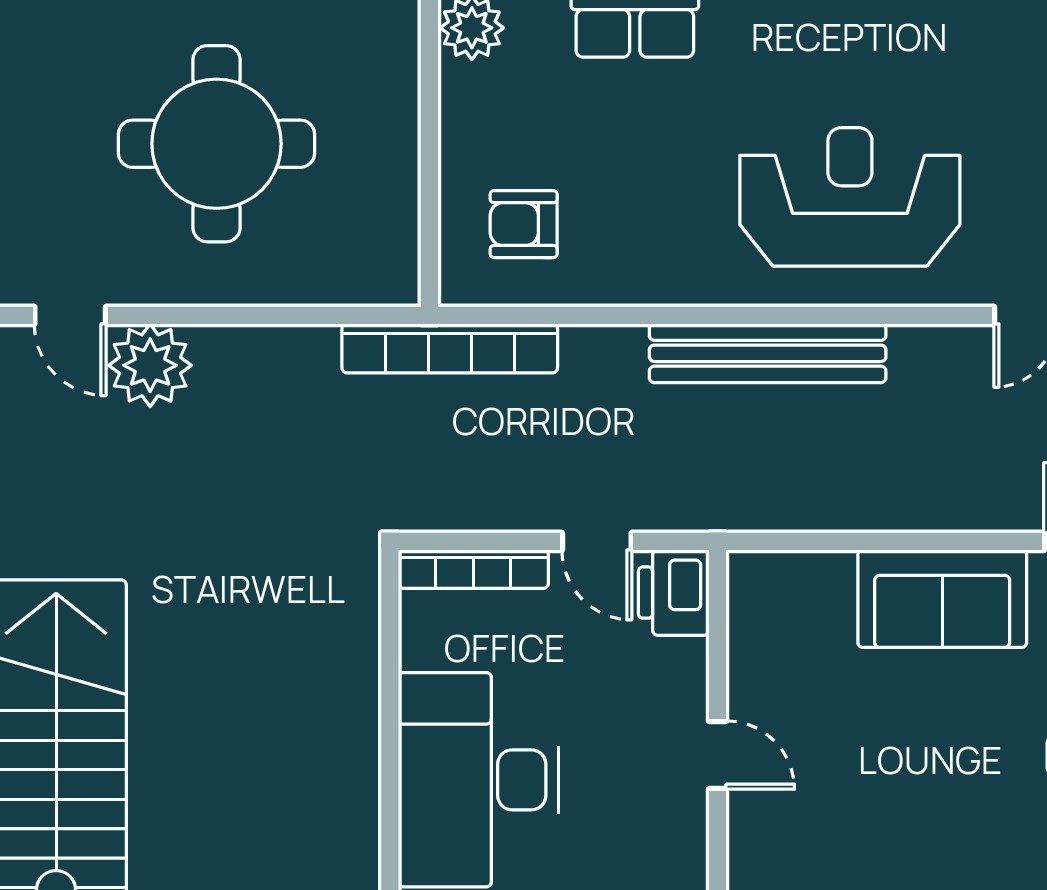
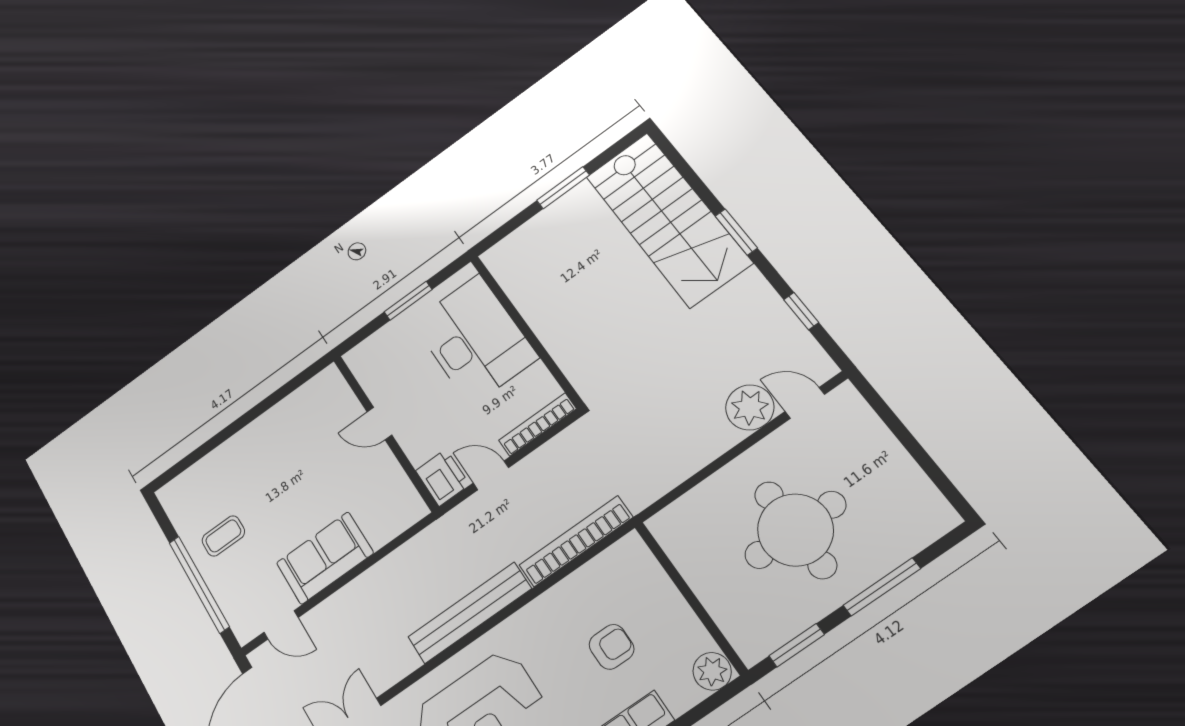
armchair: (524, 224) -> (612, 647), moved
bookcase: (450, 348) -> (576, 541), moved

